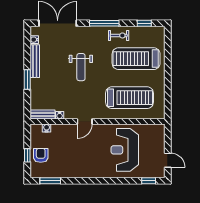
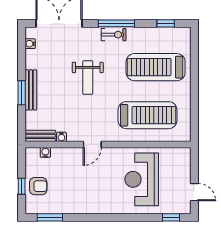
exercise bike: (119, 35) -> (114, 35), moved
bench: (35, 61) -> (31, 90), moved
armchair: (41, 155) -> (38, 186), turned 90

